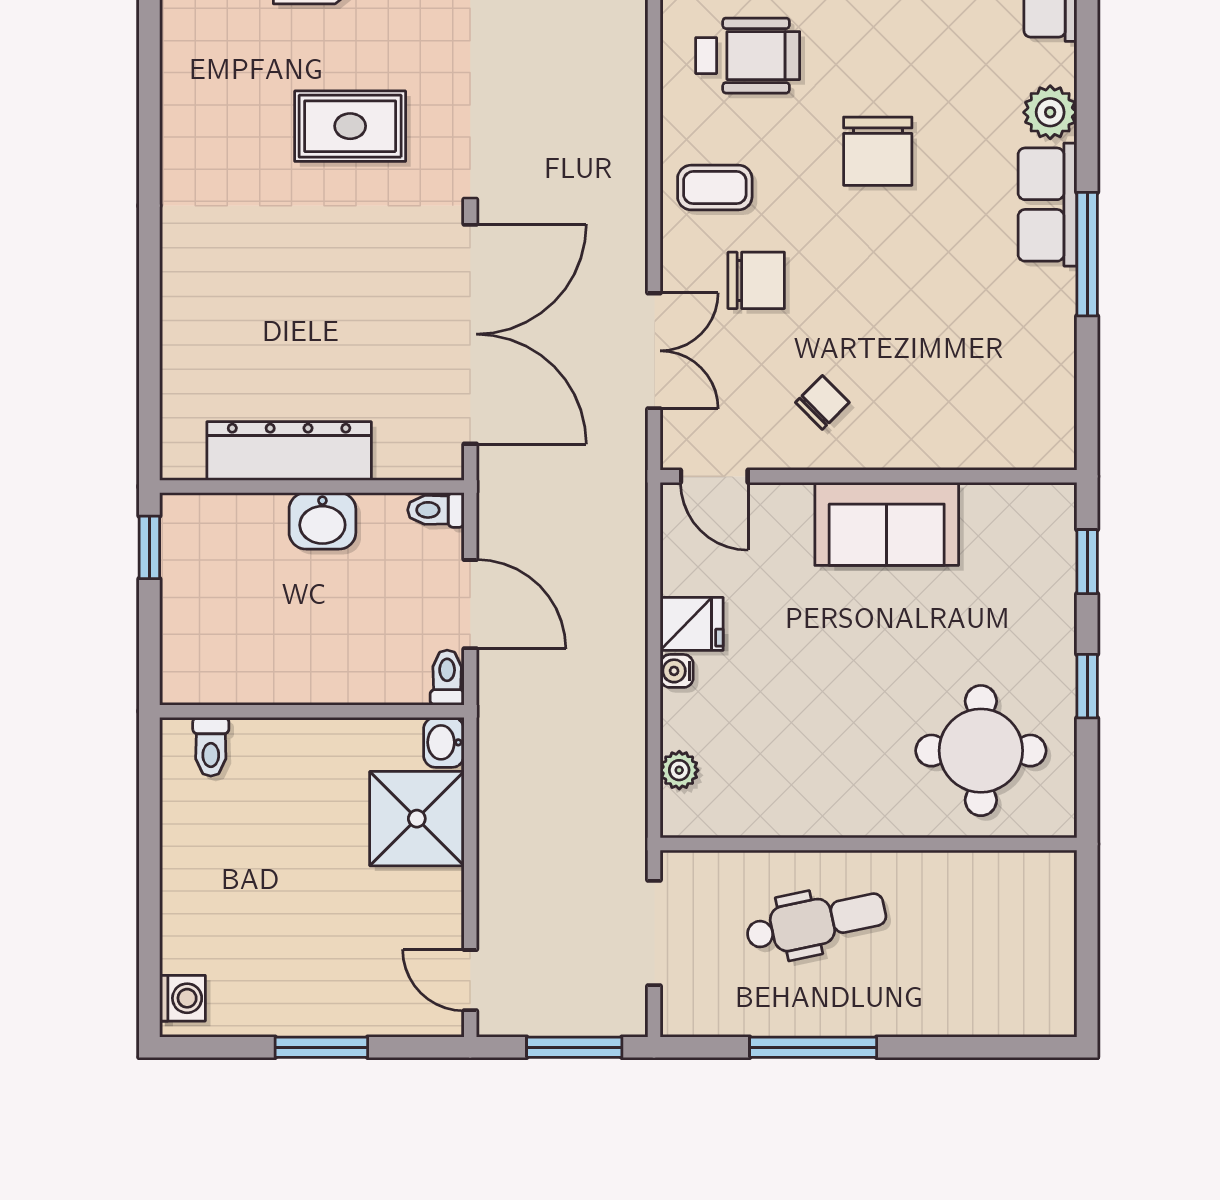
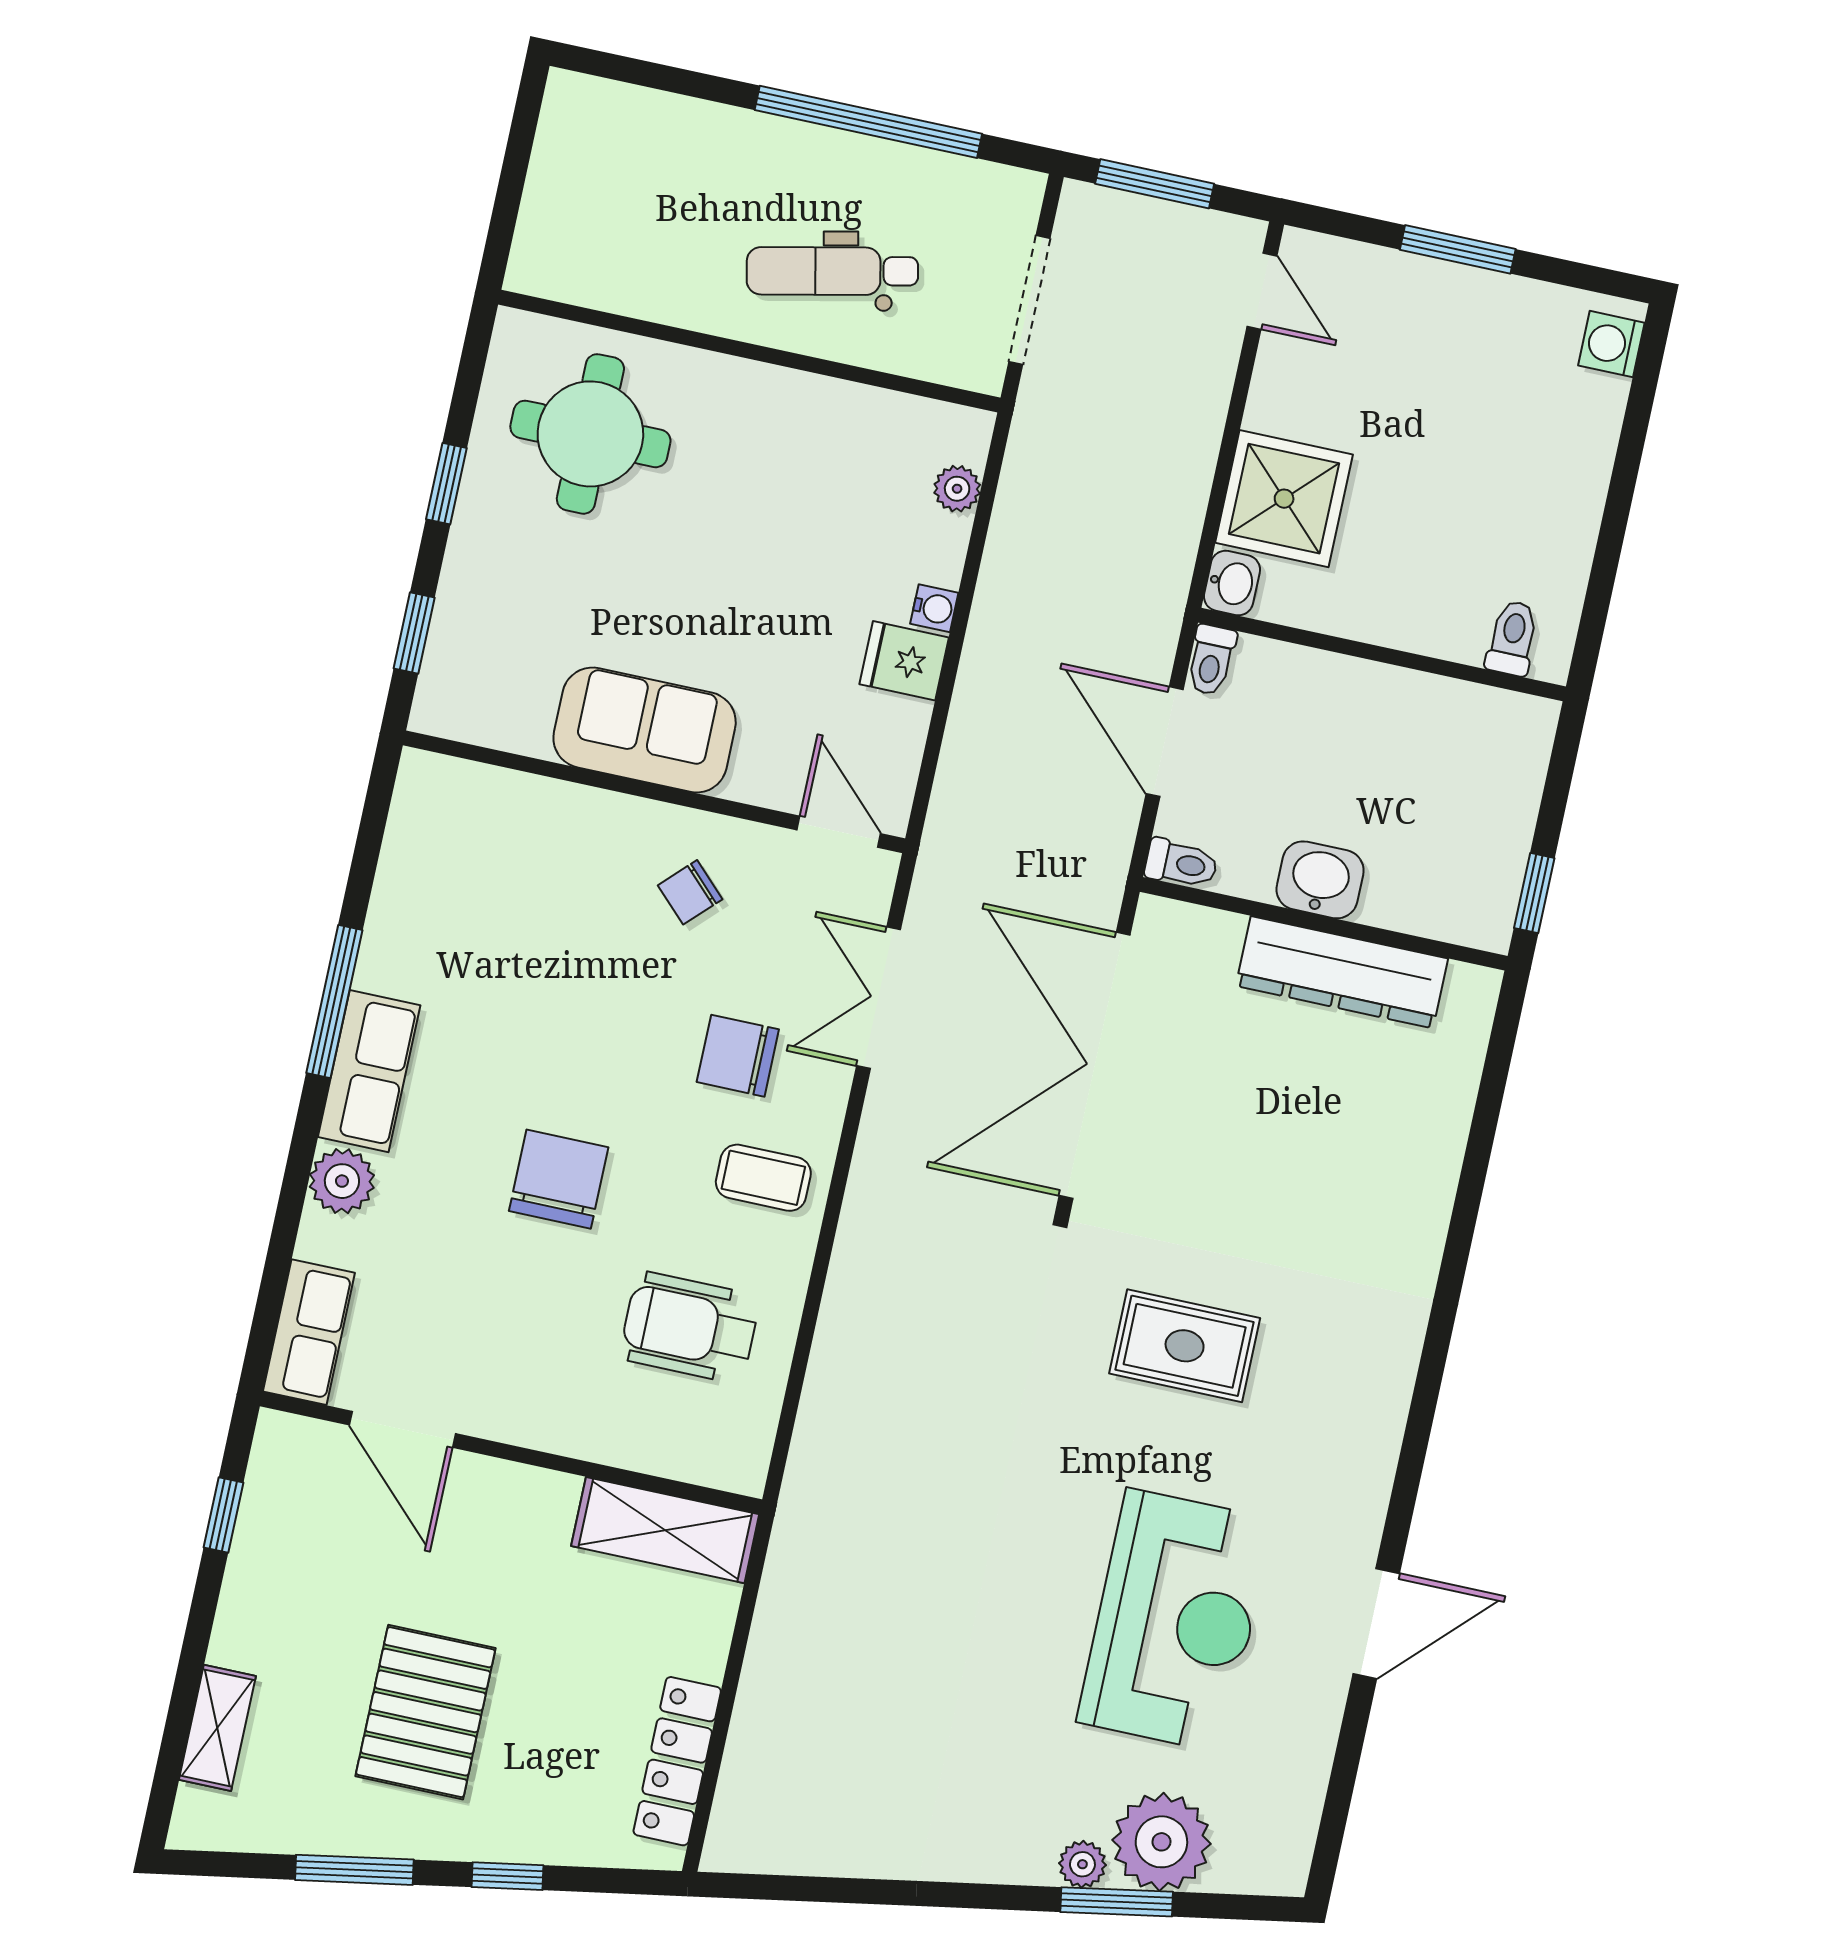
window: (813, 1047) -> (868, 122), width x1.46

